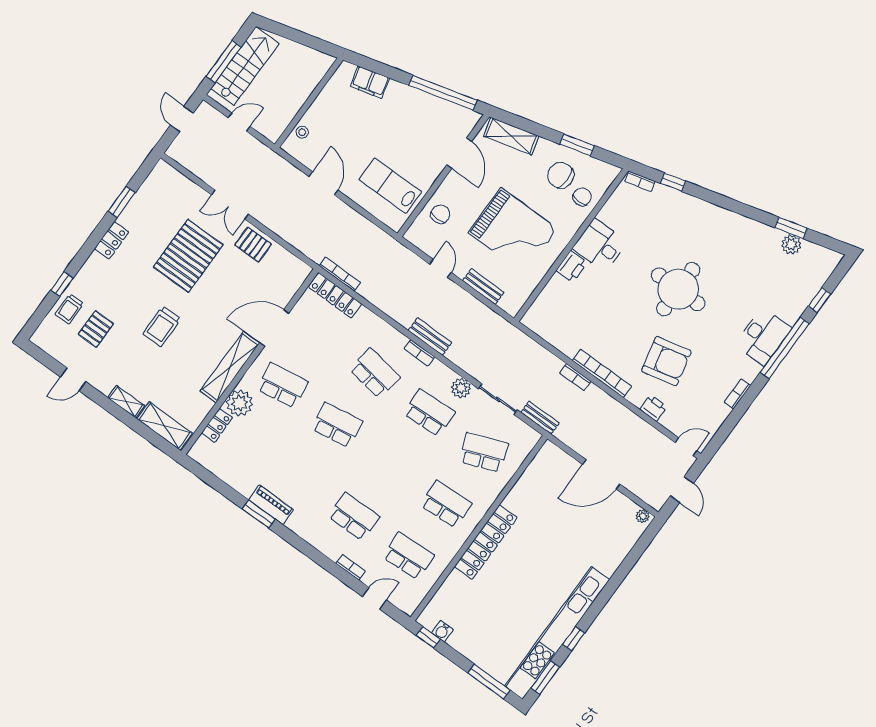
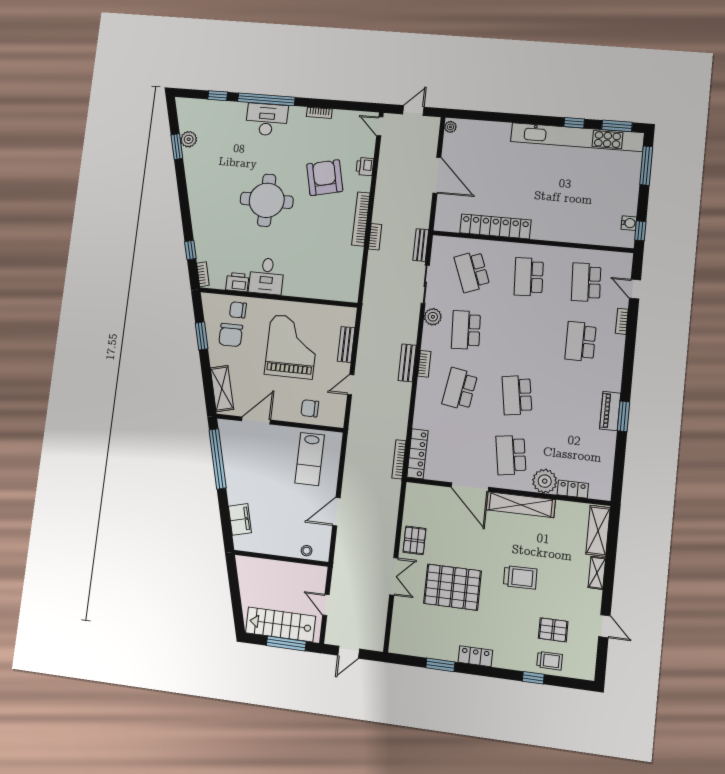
printer: (572, 266) -> (237, 282), moved
locker: (486, 542) -> (495, 226), moved

